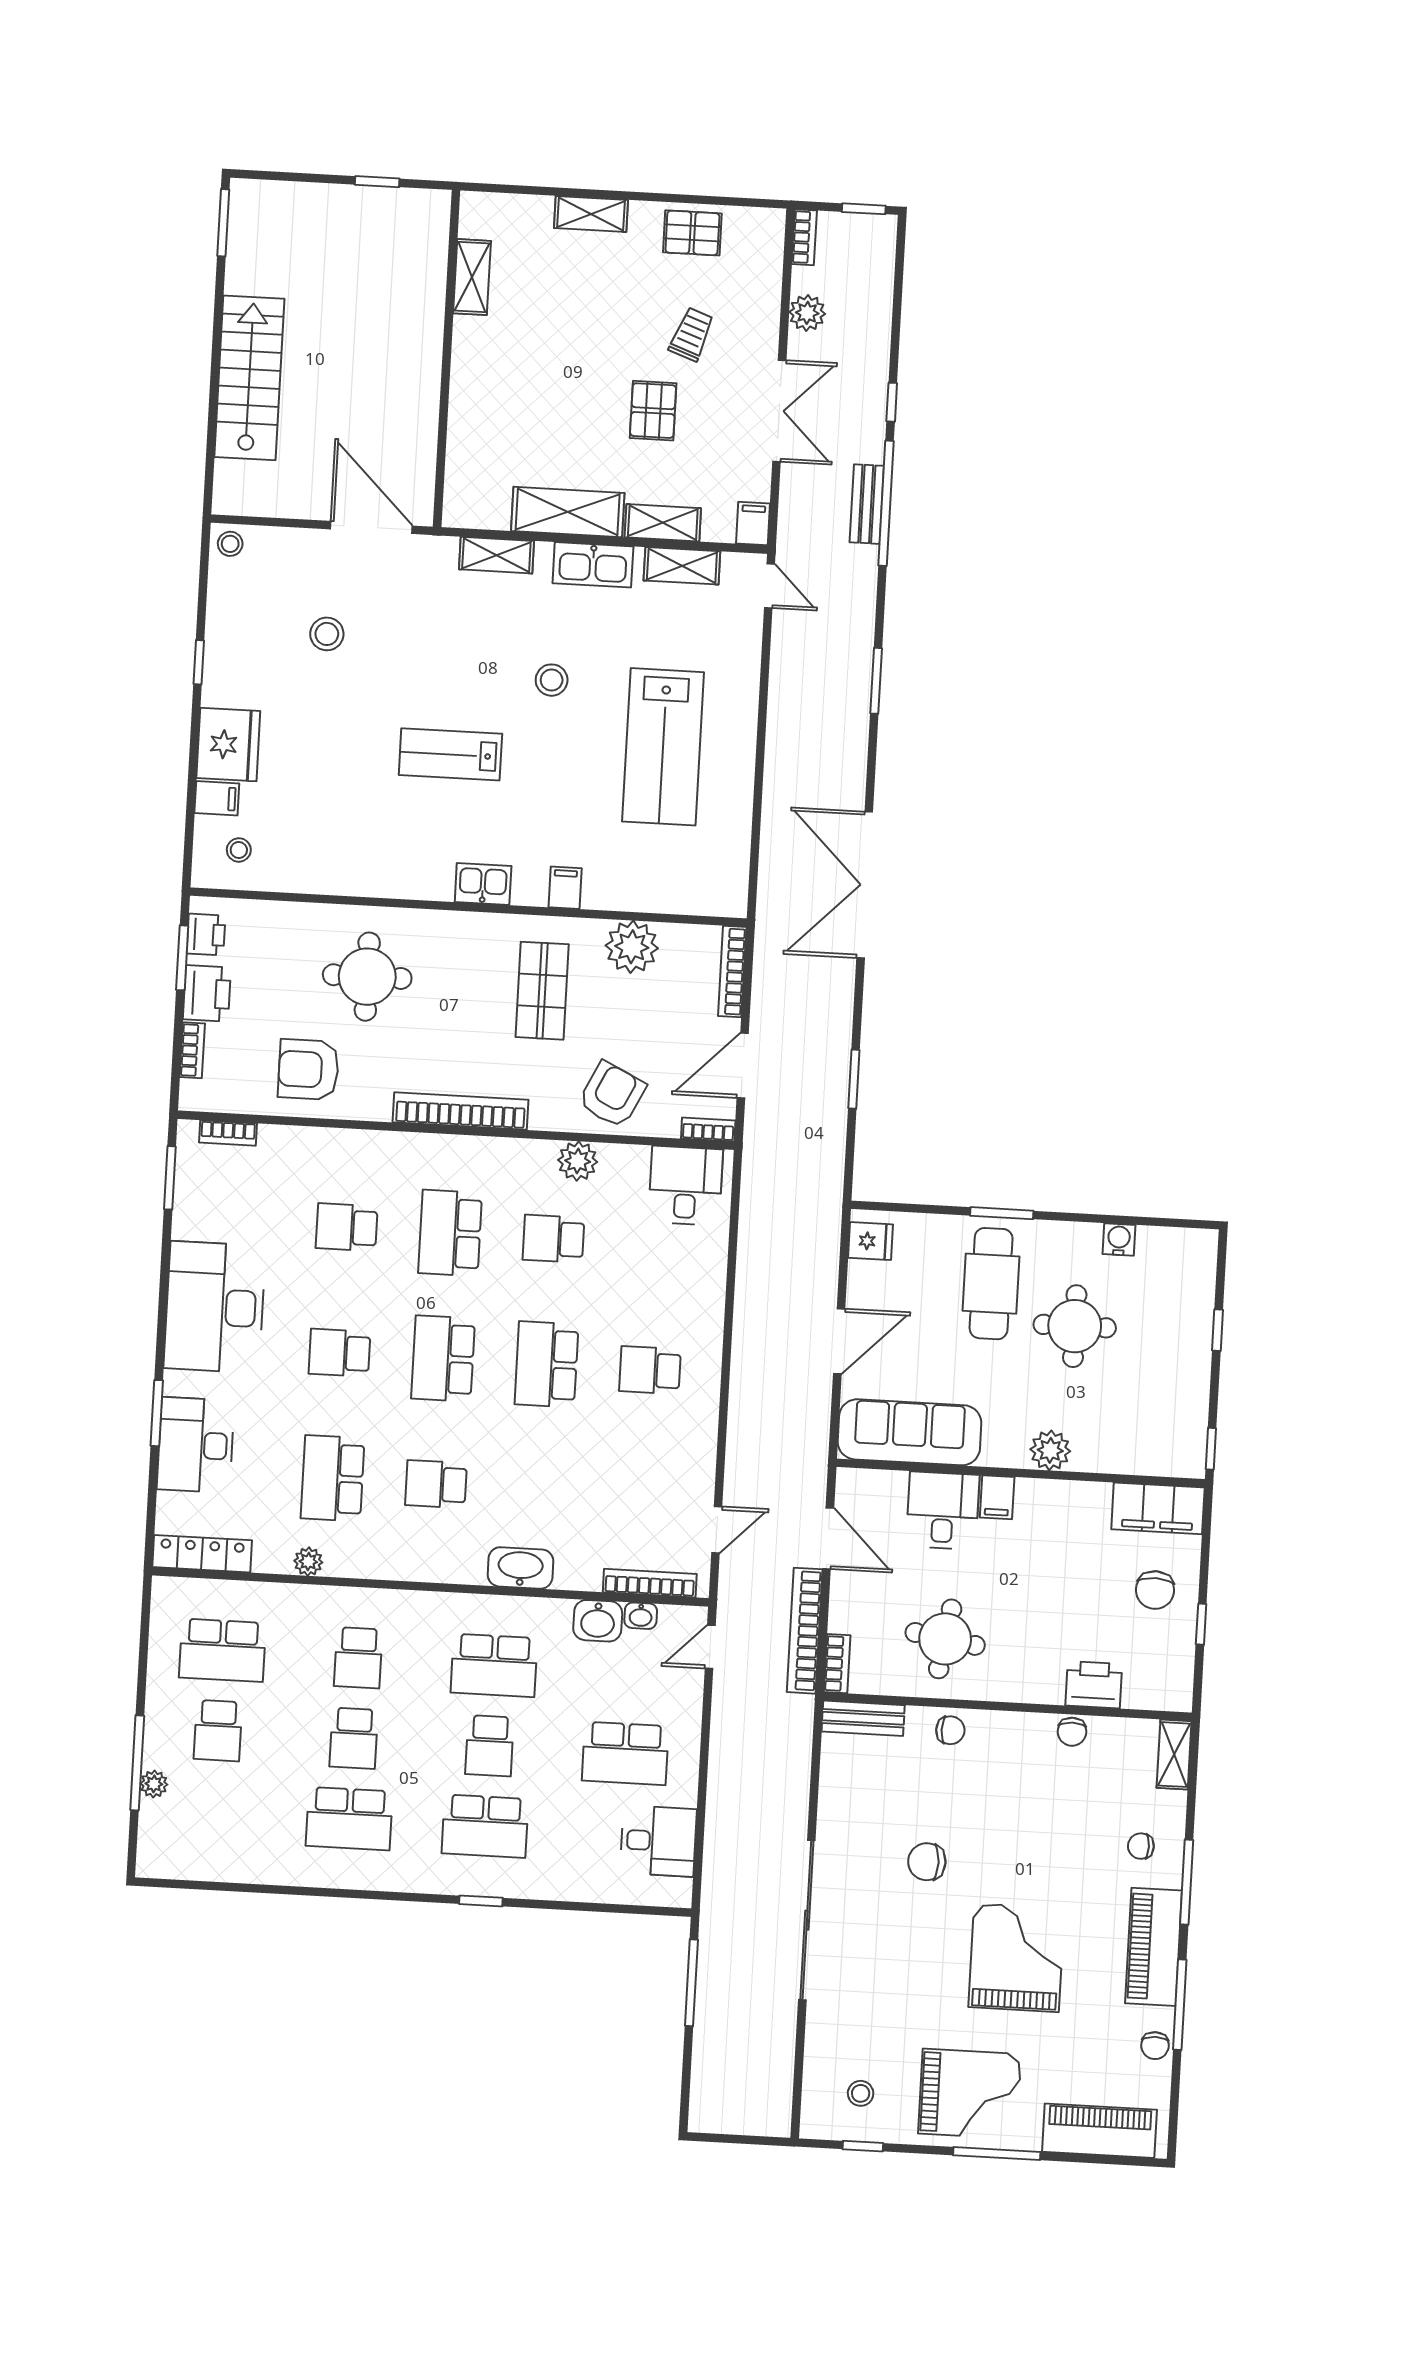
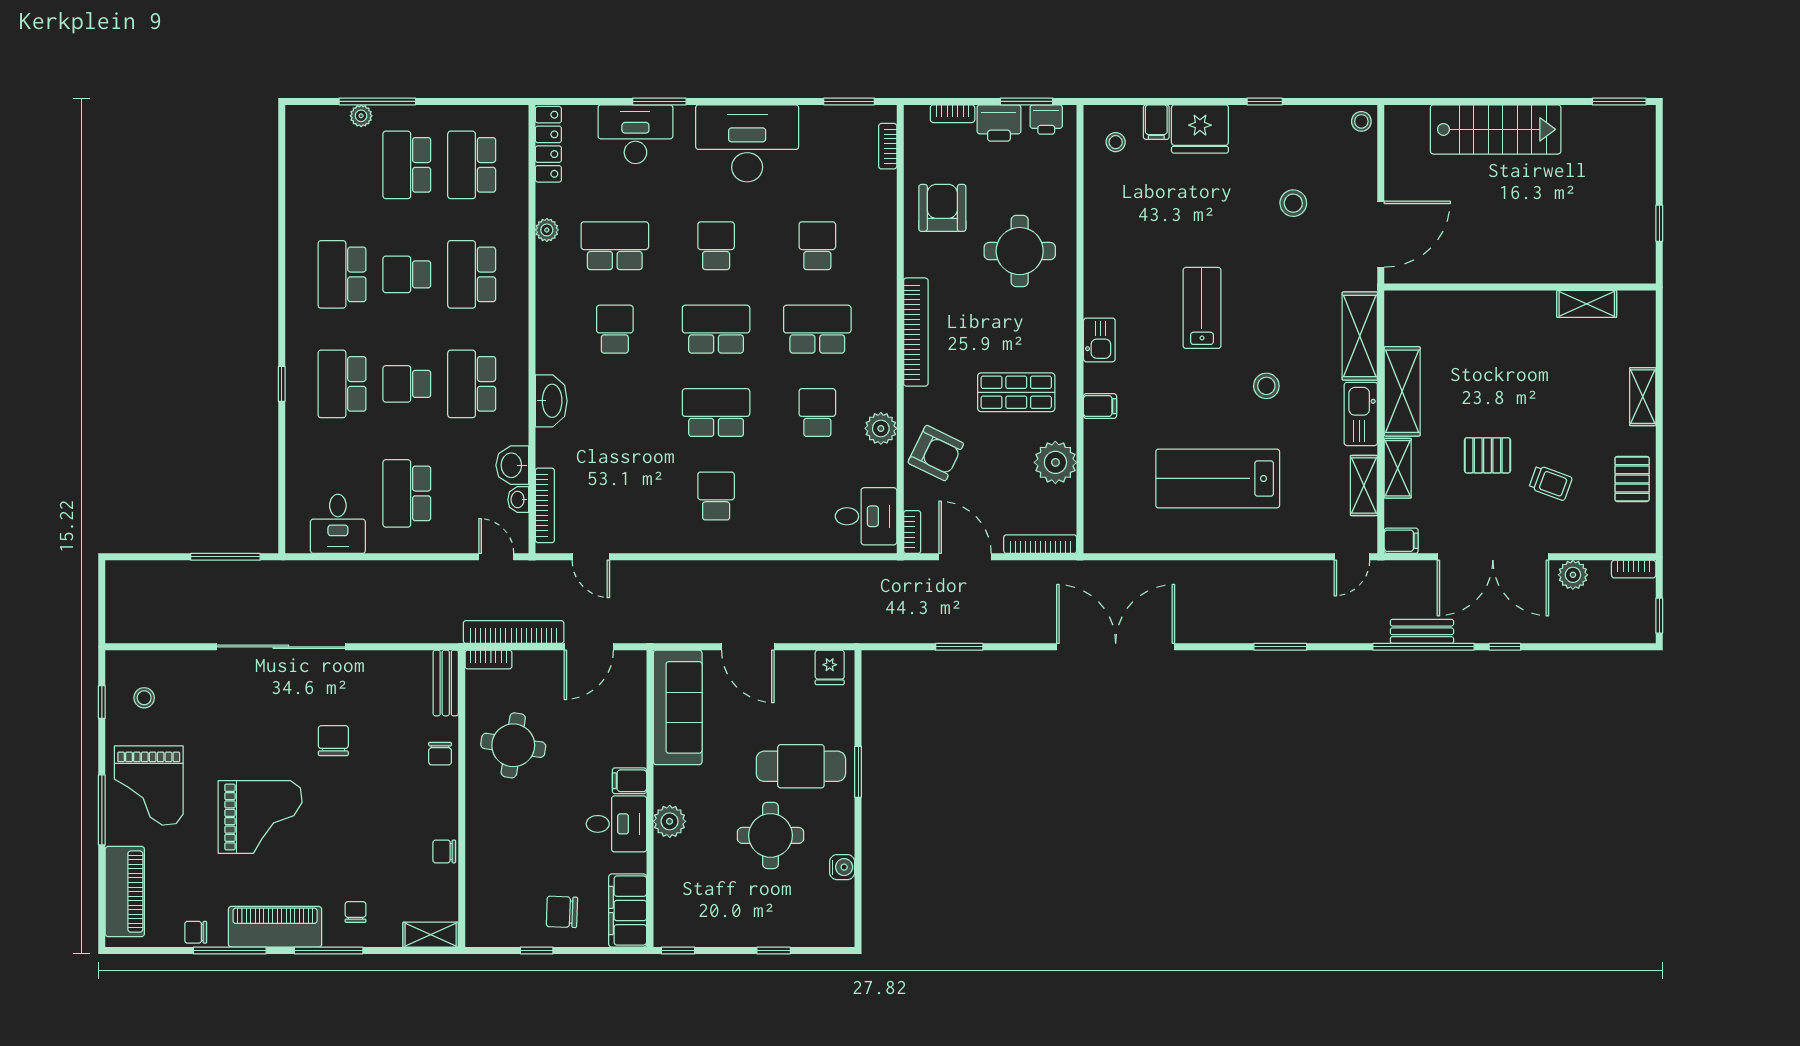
double door: (779, 411) -> (1493, 557), width x1.36
shelving: (496, 555) -> (1360, 336), width x1.50, depth x1.33
desk: (943, 1510) -> (616, 824), moved
school desk: (358, 1658) -> (472, 274), width x1.85
printer: (1094, 1685) -> (483, 867), removed
school desk: (218, 1731) -> (407, 165), width x1.85

